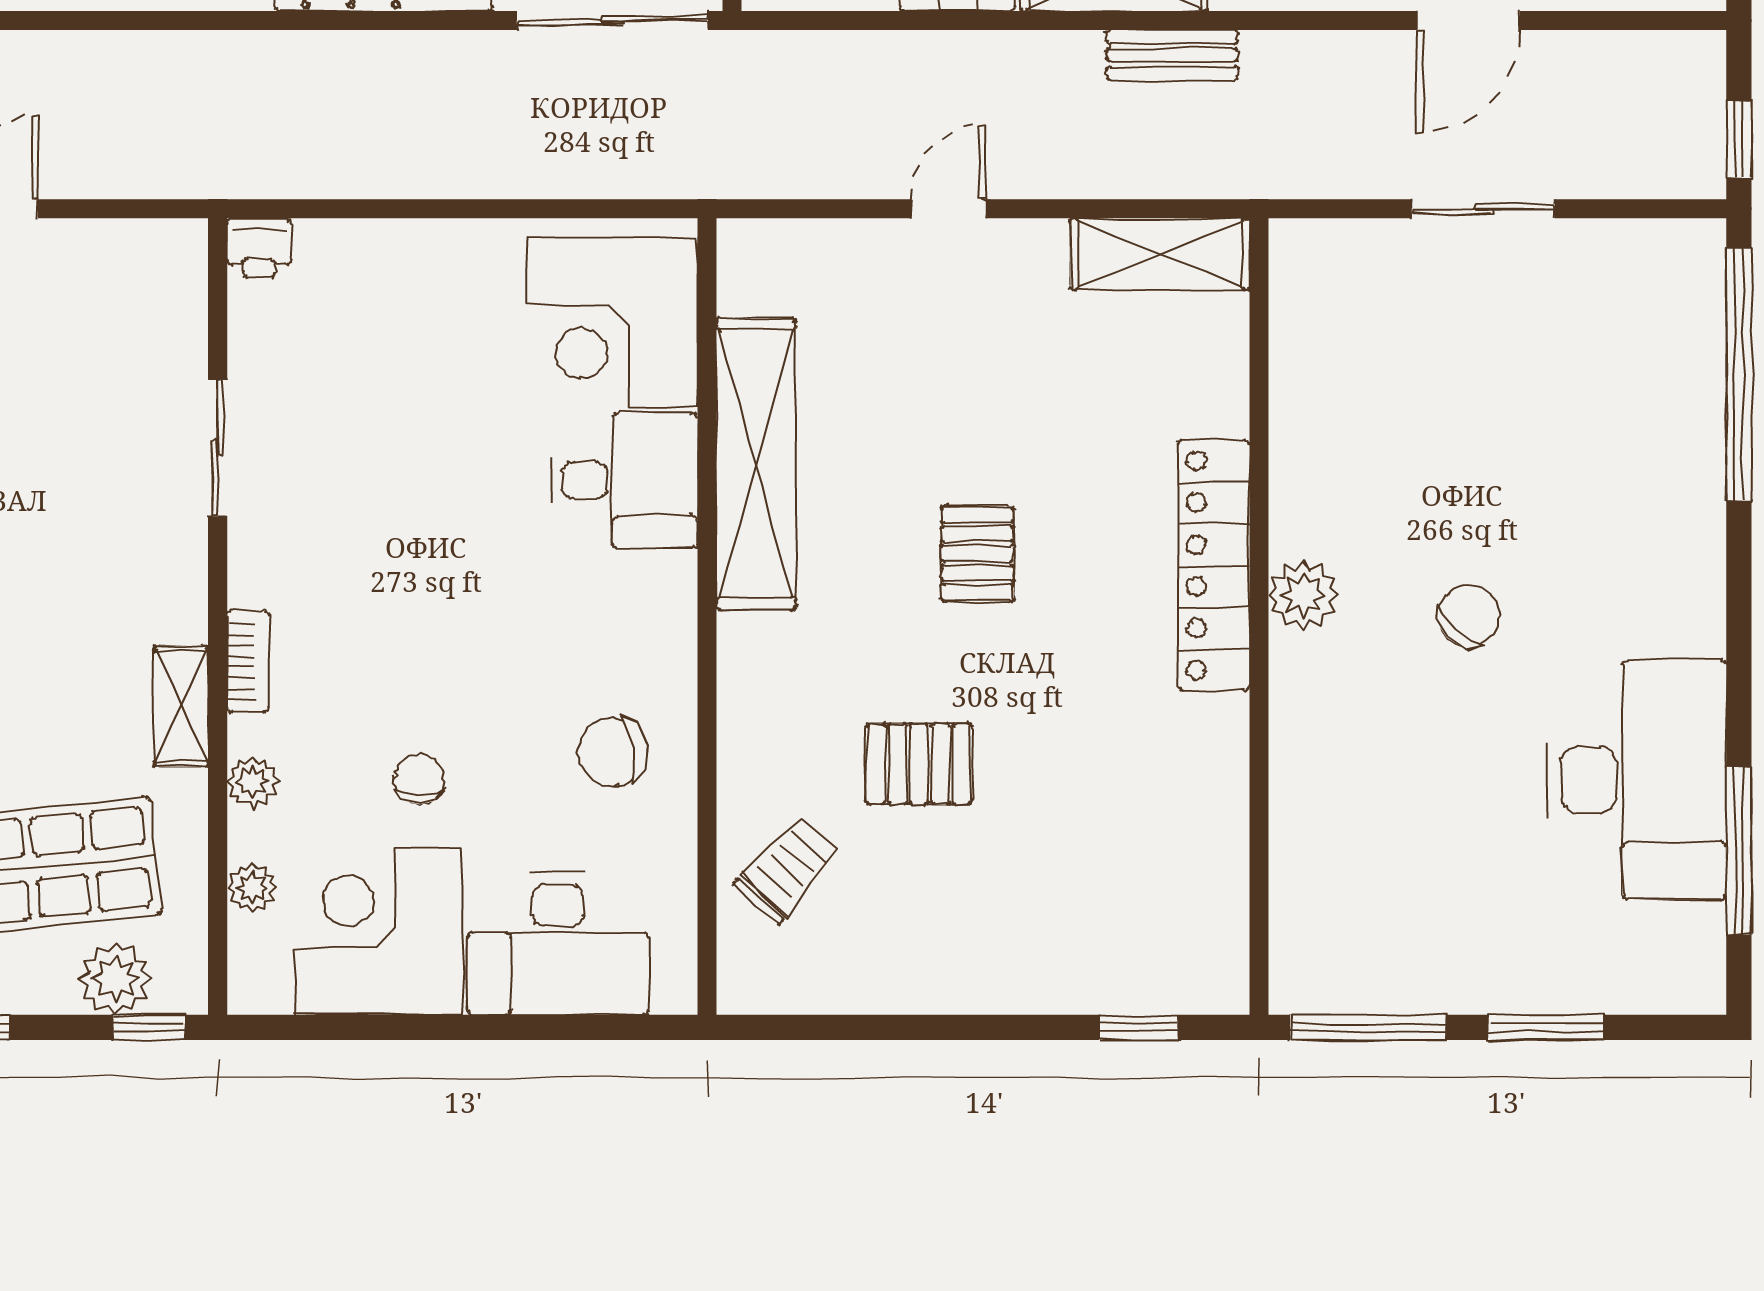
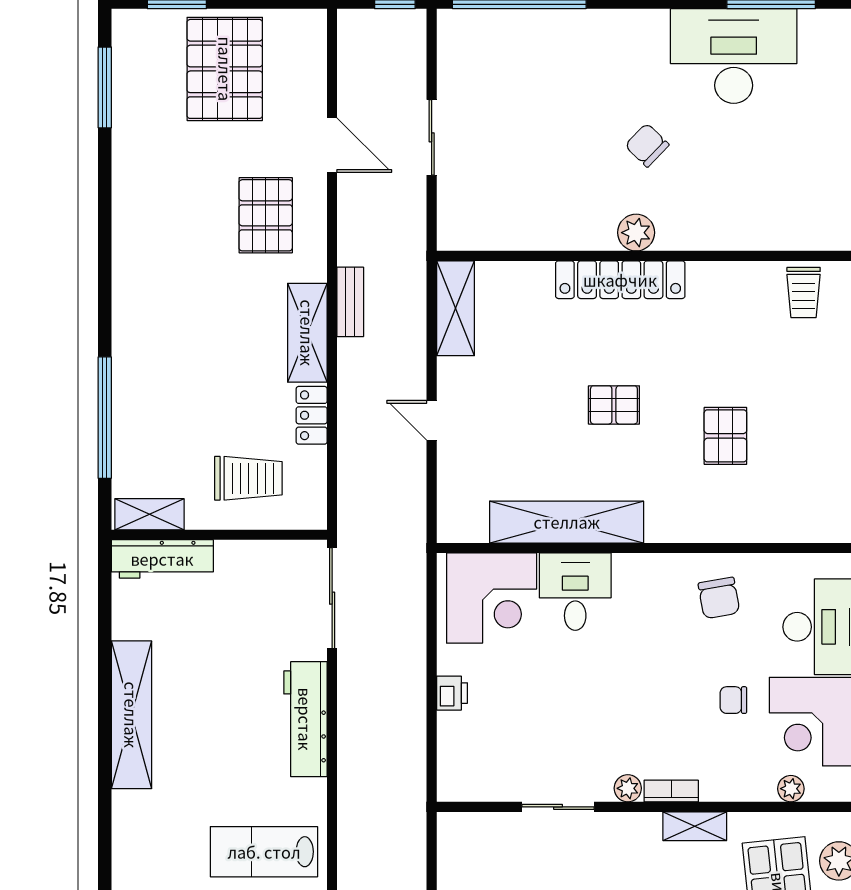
printer: (259, 247) -> (452, 693), moved
plant: (253, 782) -> (628, 788), moved
trolley: (787, 869) -> (804, 293), moved, turned -132

